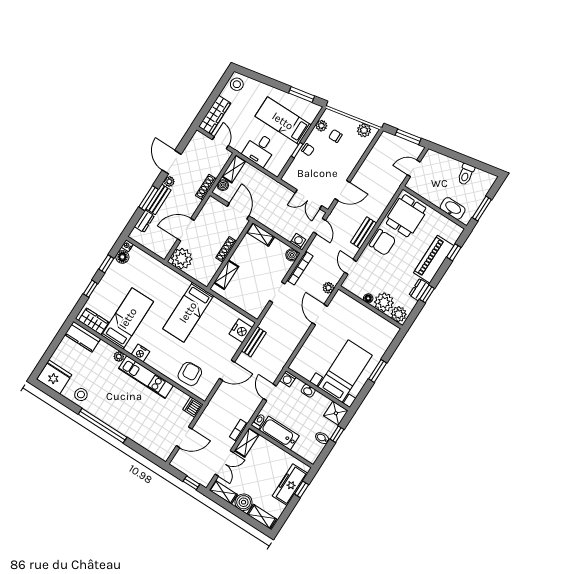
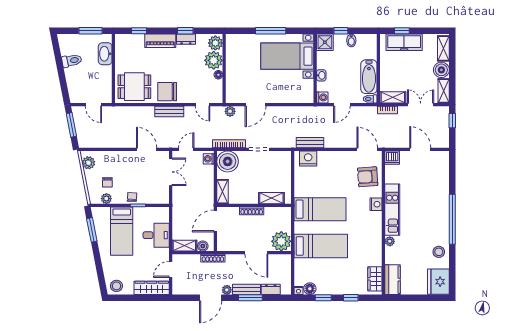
chair: (383, 242) -> (167, 92), turned -90
boiler: (292, 255) -> (228, 161), width x1.86, depth x1.86
piano: (434, 259) -> (160, 41), width x0.73, depth x0.75
door: (350, 267) -> (203, 105), hinge flipped
bed: (128, 318) -> (321, 246), moved, turned 180
nightstand: (140, 353) -> (376, 204), moved
door: (227, 370) -> (367, 149), moved
window: (378, 371) -> (271, 31), width x1.44

